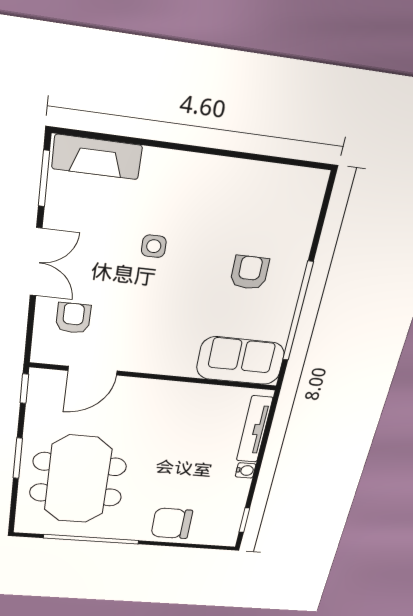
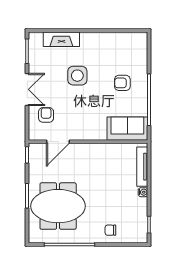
fireplace: (97, 157) -> (61, 39), moved
side table: (154, 246) -> (77, 76), width x1.87, depth x1.87
armchair: (250, 272) -> (122, 83), turned -90
meeting table: (78, 480) -> (58, 206), turned 90
chair: (172, 523) -> (110, 230), width x0.54, depth x0.54

